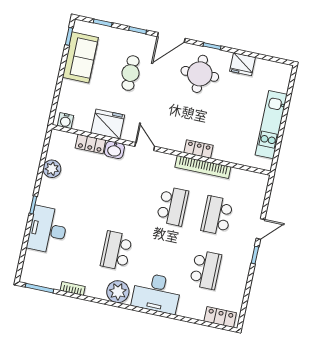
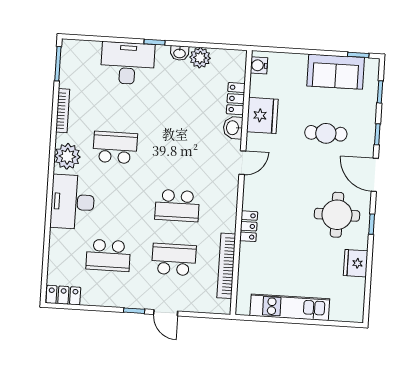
bookcase: (203, 167) -> (226, 266), moved
washbasin: (45, 185) -> (180, 53), added
bookcase: (73, 289) -> (63, 111), width x1.56
locker: (220, 317) -> (63, 295), moved, turned -90

